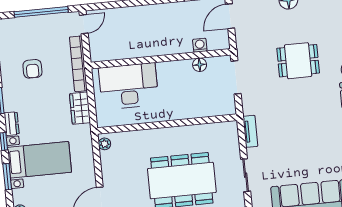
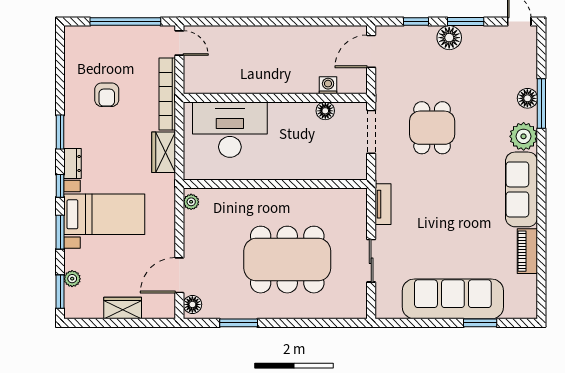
door: (84, 24) -> (179, 43), hinge flipped
dining table: (298, 61) -> (432, 128), moved, turned 90

